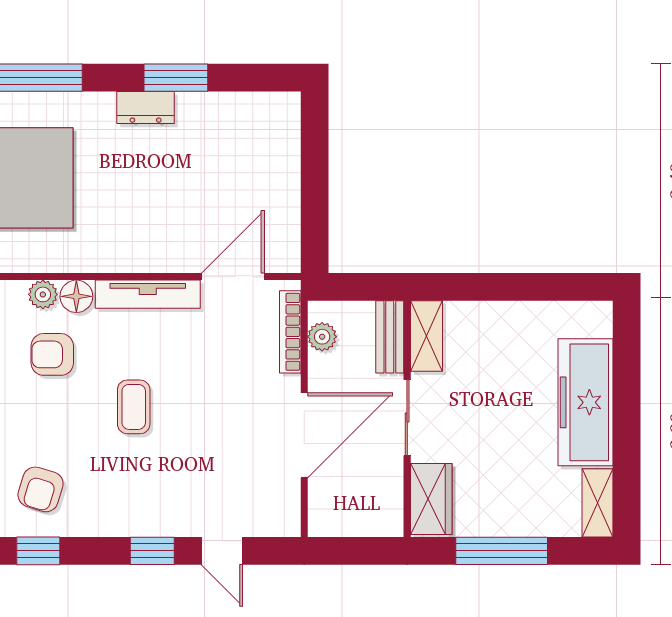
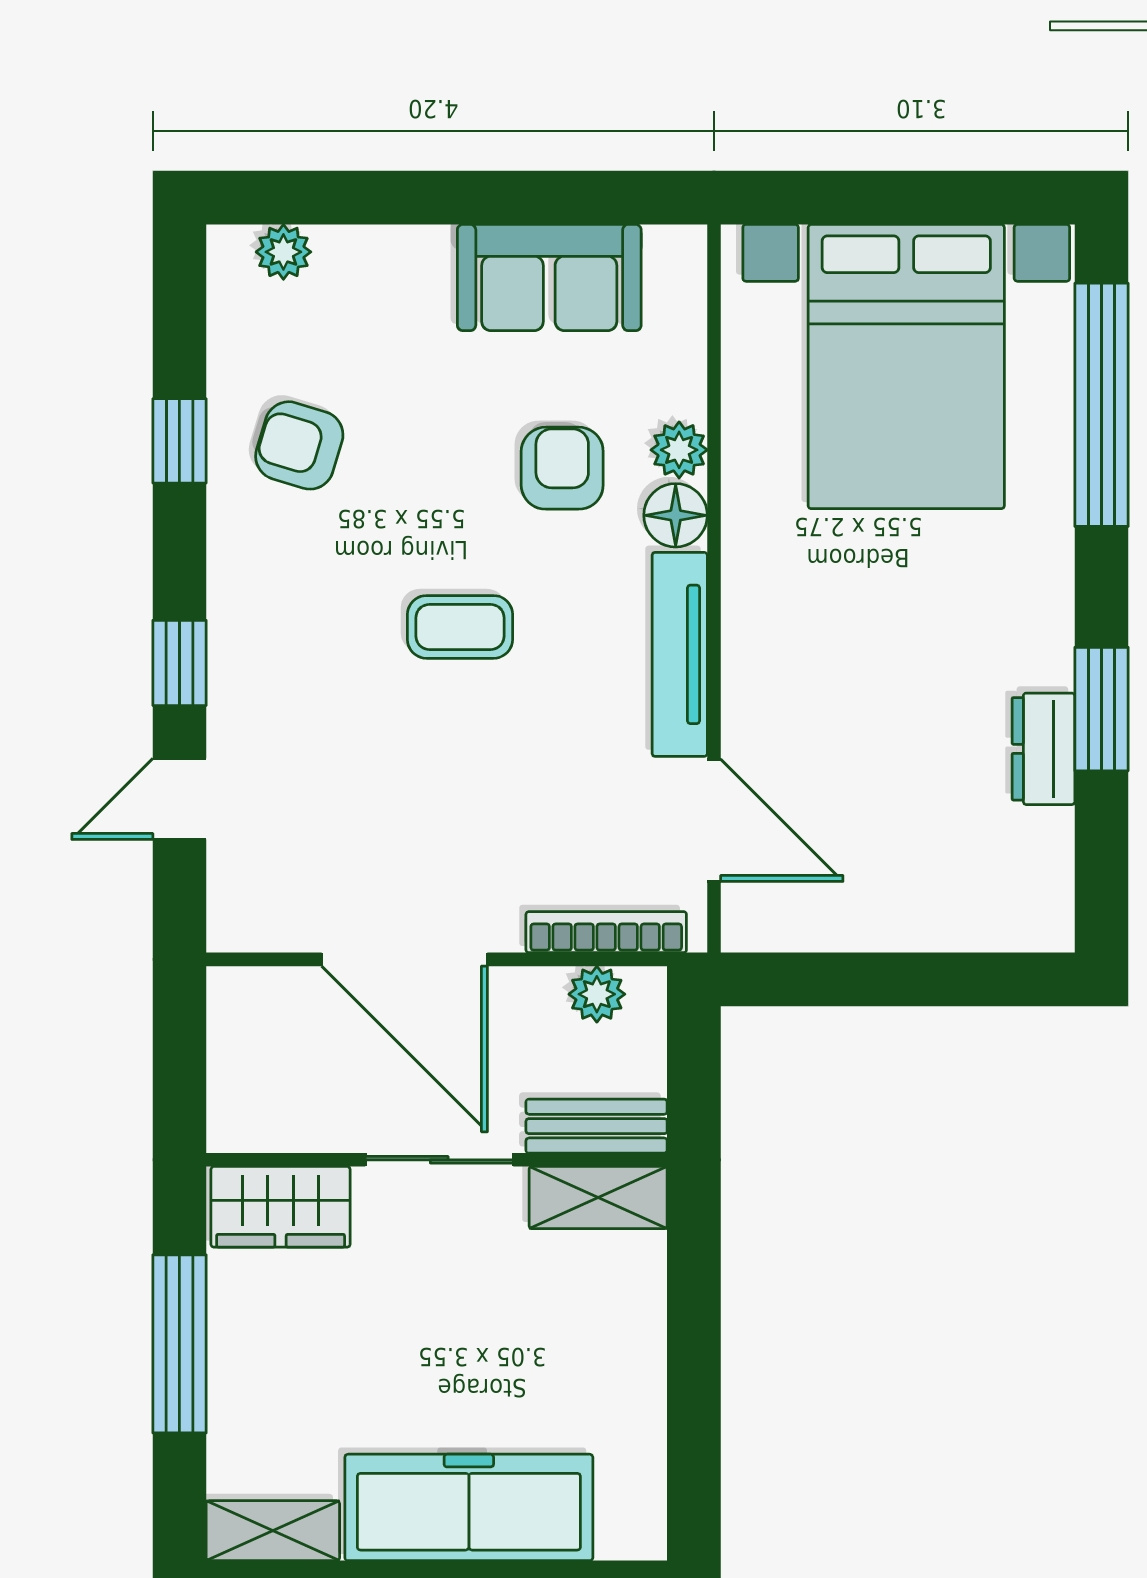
dresser: (146, 108) -> (1043, 749), moved

